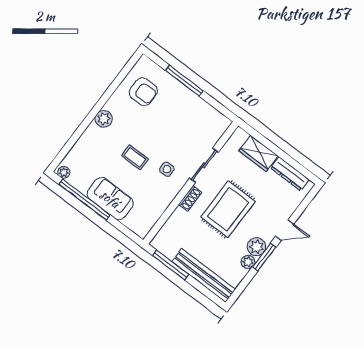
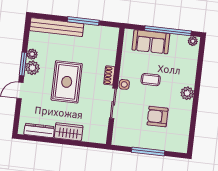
armchair: (143, 92) -> (158, 117), moved
sliding door: (204, 165) -> (113, 103), moved
wall: (191, 183) -> (115, 86), moved
shoe rack: (190, 198) -> (109, 75), moved

